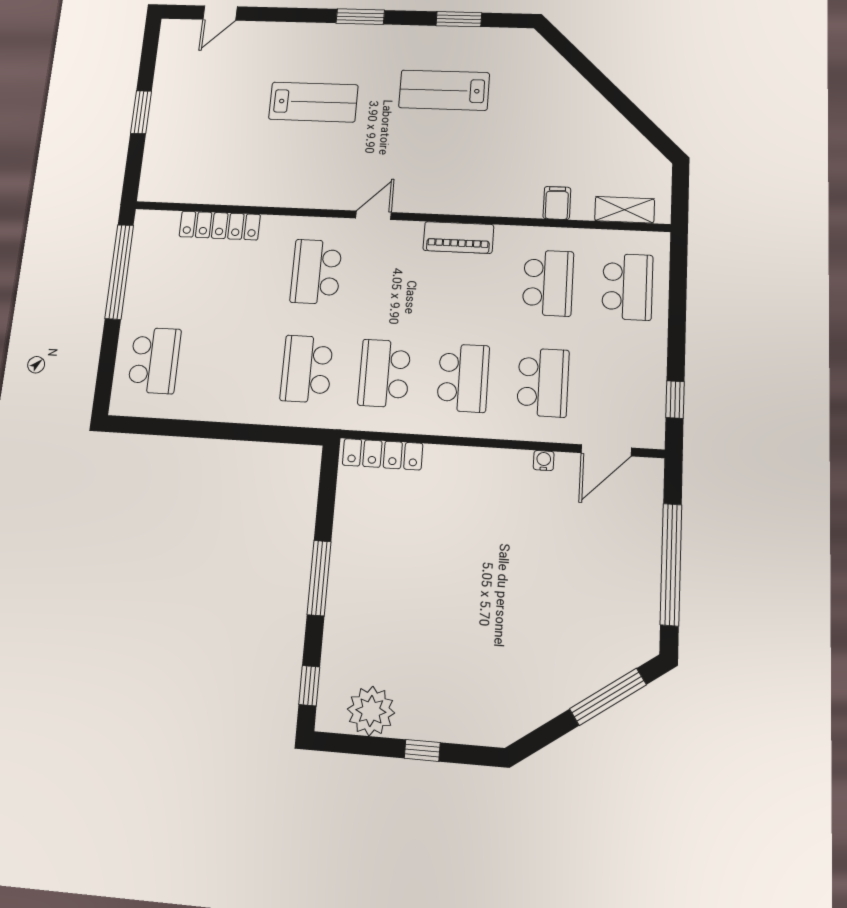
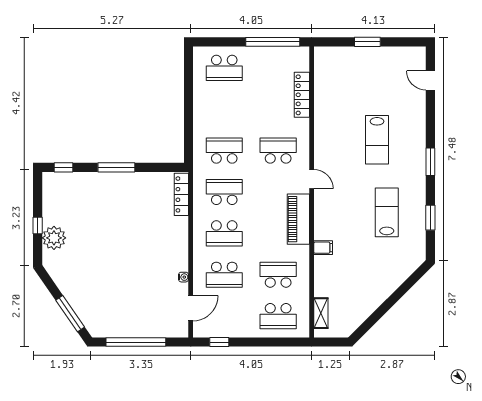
filing cabinet: (557, 203) -> (323, 248), moved
piano: (458, 237) -> (298, 219), width x1.37, depth x1.33
school desk: (548, 283) -> (278, 275), turned 180
door: (606, 450) -> (191, 308), swing flipped
plant: (371, 711) -> (54, 238), moved

